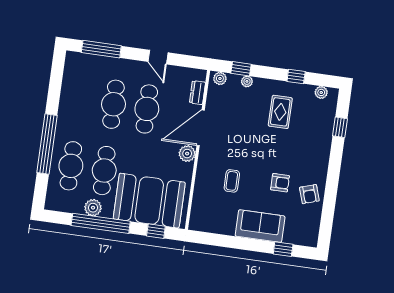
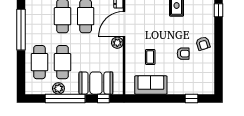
window: (47, 144) -> (21, 30), moved
armchair: (309, 194) -> (203, 43), moved
booth: (149, 201) -> (96, 83), width x0.73, depth x0.70
sofa: (260, 226) -> (151, 85), moved

